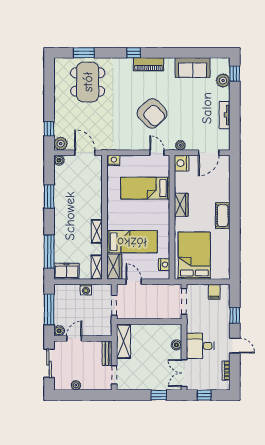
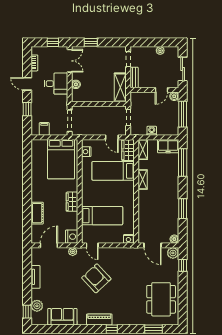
dining table: (88, 82) -> (161, 299), moved
cot: (223, 216) -> (37, 213), moved

